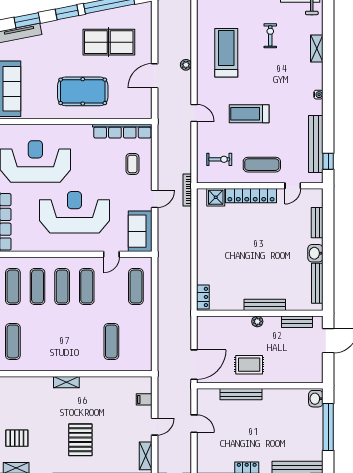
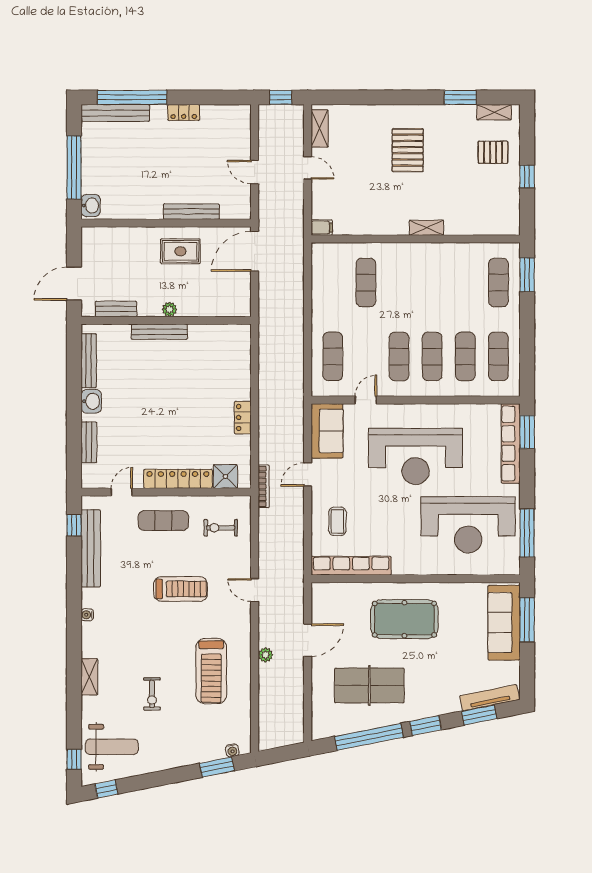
locker: (203, 297) -> (243, 418), moved
filing cabinet: (144, 399) -> (322, 228), moved
door: (155, 427) -> (308, 168), swing flipped

